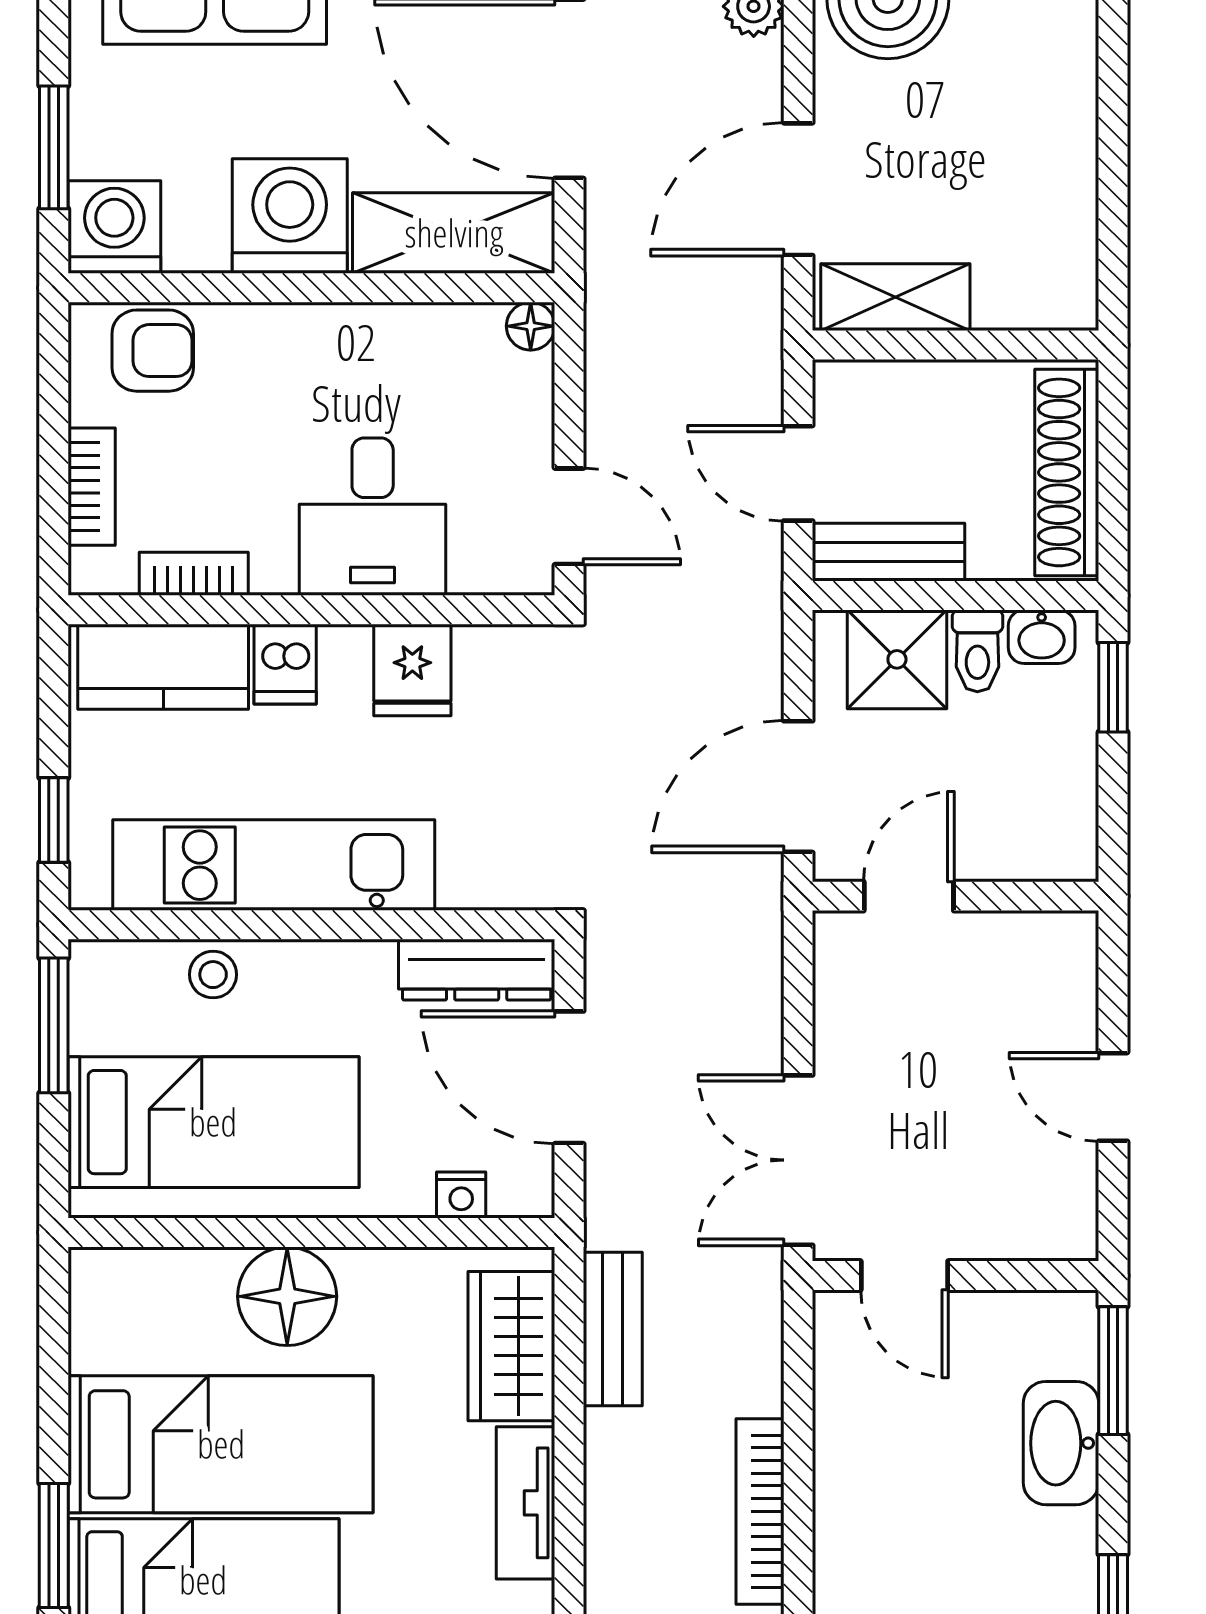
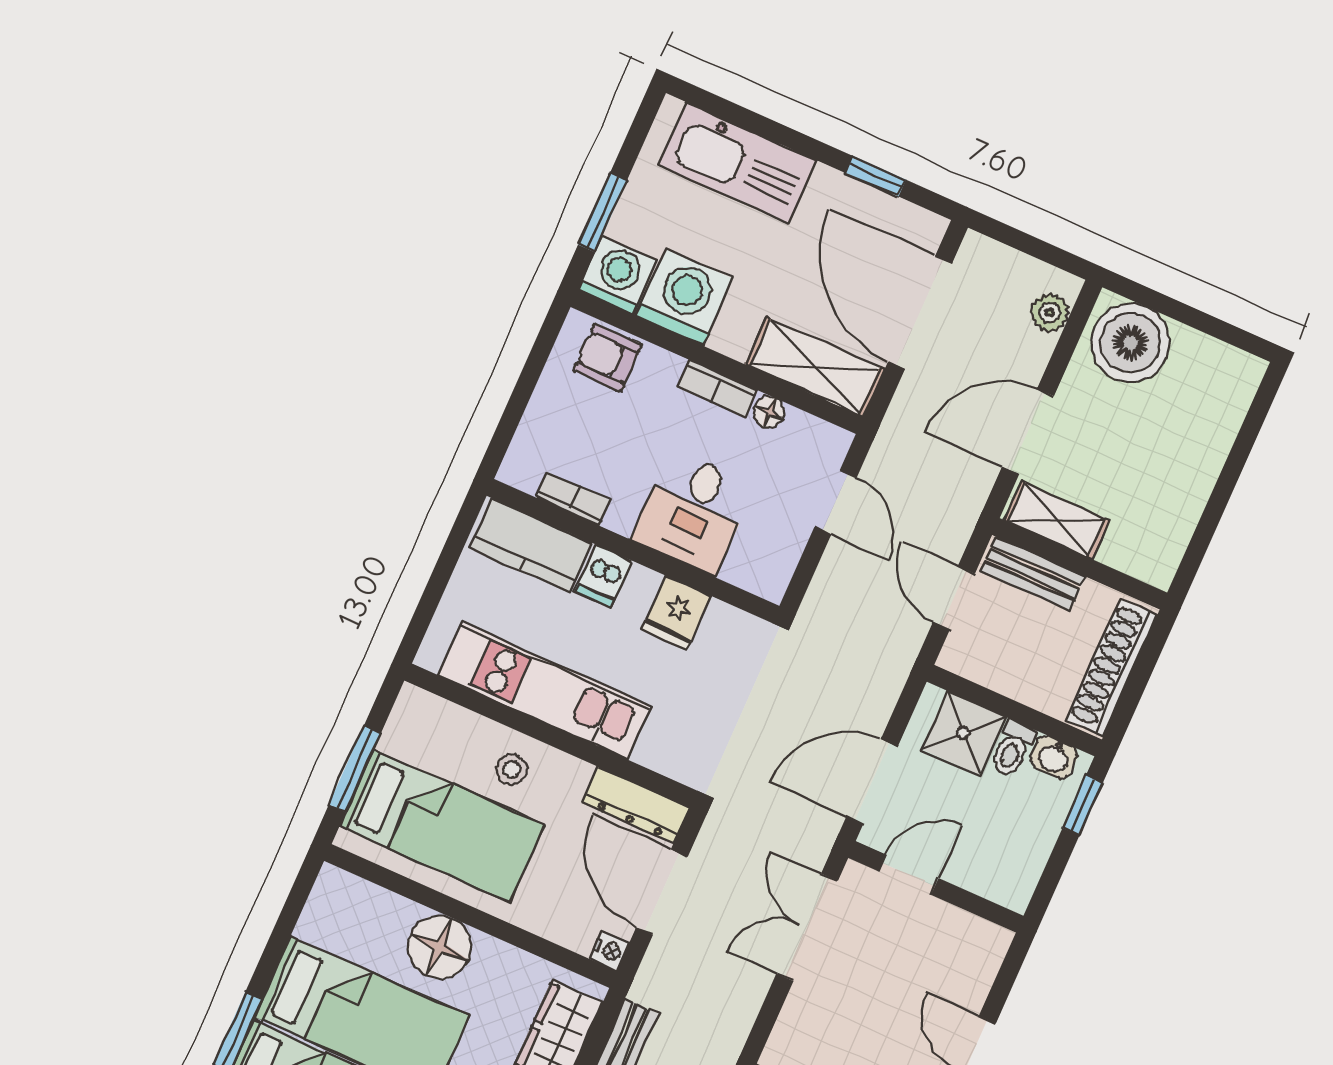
washing machine: (290, 216) -> (684, 297), moved
floor lamp: (531, 326) -> (769, 412), moved
armchair: (153, 351) -> (608, 358), turned 180
bookcase: (92, 487) -> (717, 389), moved, turned 90
door: (569, 516) -> (836, 502), moved
bench: (889, 552) -> (1033, 574), moved
window: (54, 820) -> (427, 607), removed
stool: (213, 975) -> (512, 769), moved
window: (54, 1025) -> (355, 769), moved
double door: (798, 1160) -> (807, 927), moved
nightstand: (461, 1195) -> (610, 951), moved, turned -90

